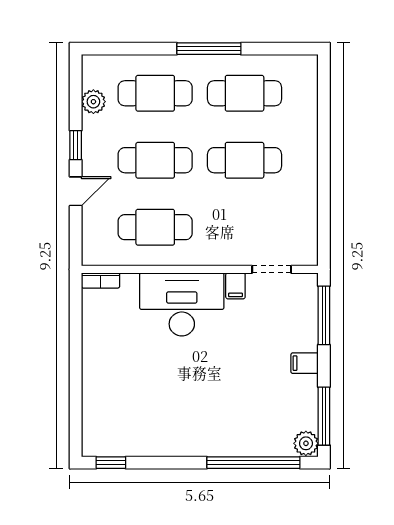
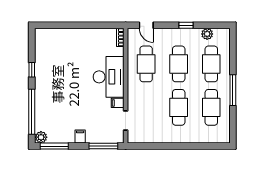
door: (76, 191) -> (146, 25), moved
window: (111, 463) -> (32, 70), moved

